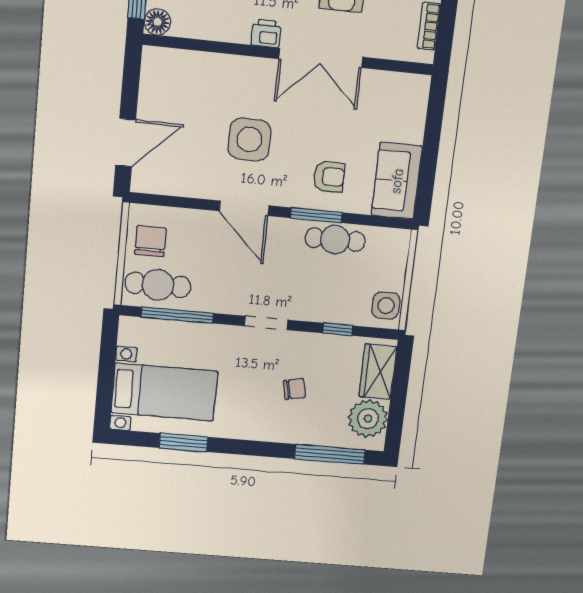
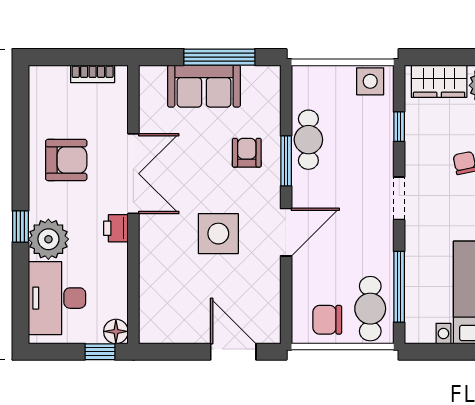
window: (429, 159) -> (219, 57), added
sofa: (397, 181) -> (204, 86), moved

